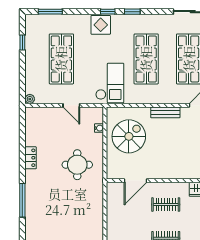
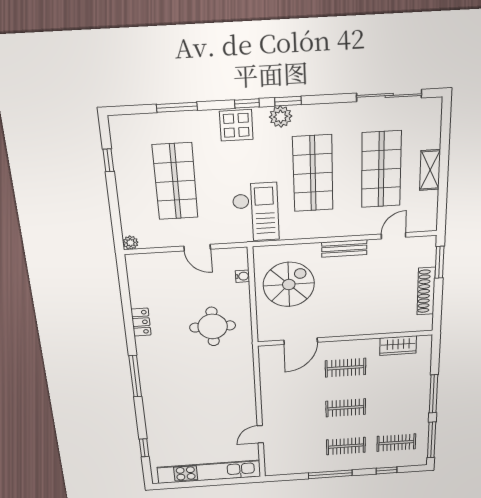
window: (50, 12) -> (177, 107), moved
plant: (127, 21) -> (281, 117), added

